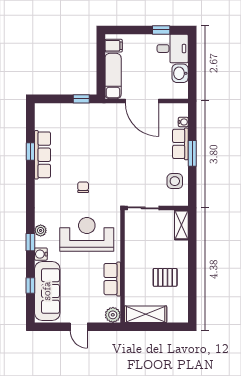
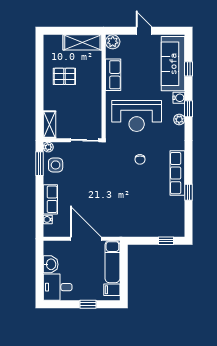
window: (161, 30) -> (88, 304), moved
window: (81, 99) -> (166, 241), moved
window: (192, 153) -> (39, 164), moved
row of seats: (43, 155) -> (177, 173), moved
plant: (183, 200) -> (48, 147), added

